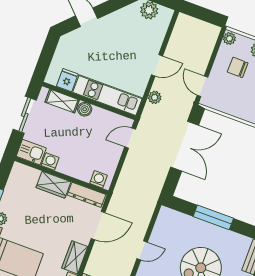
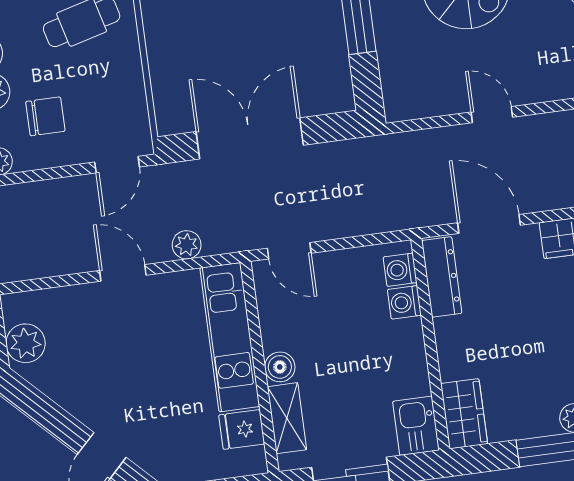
chair: (238, 67) -> (45, 116), turned -91
washing machine: (50, 161) -> (404, 302), moved
wardrobe: (53, 185) -> (464, 414), moved

